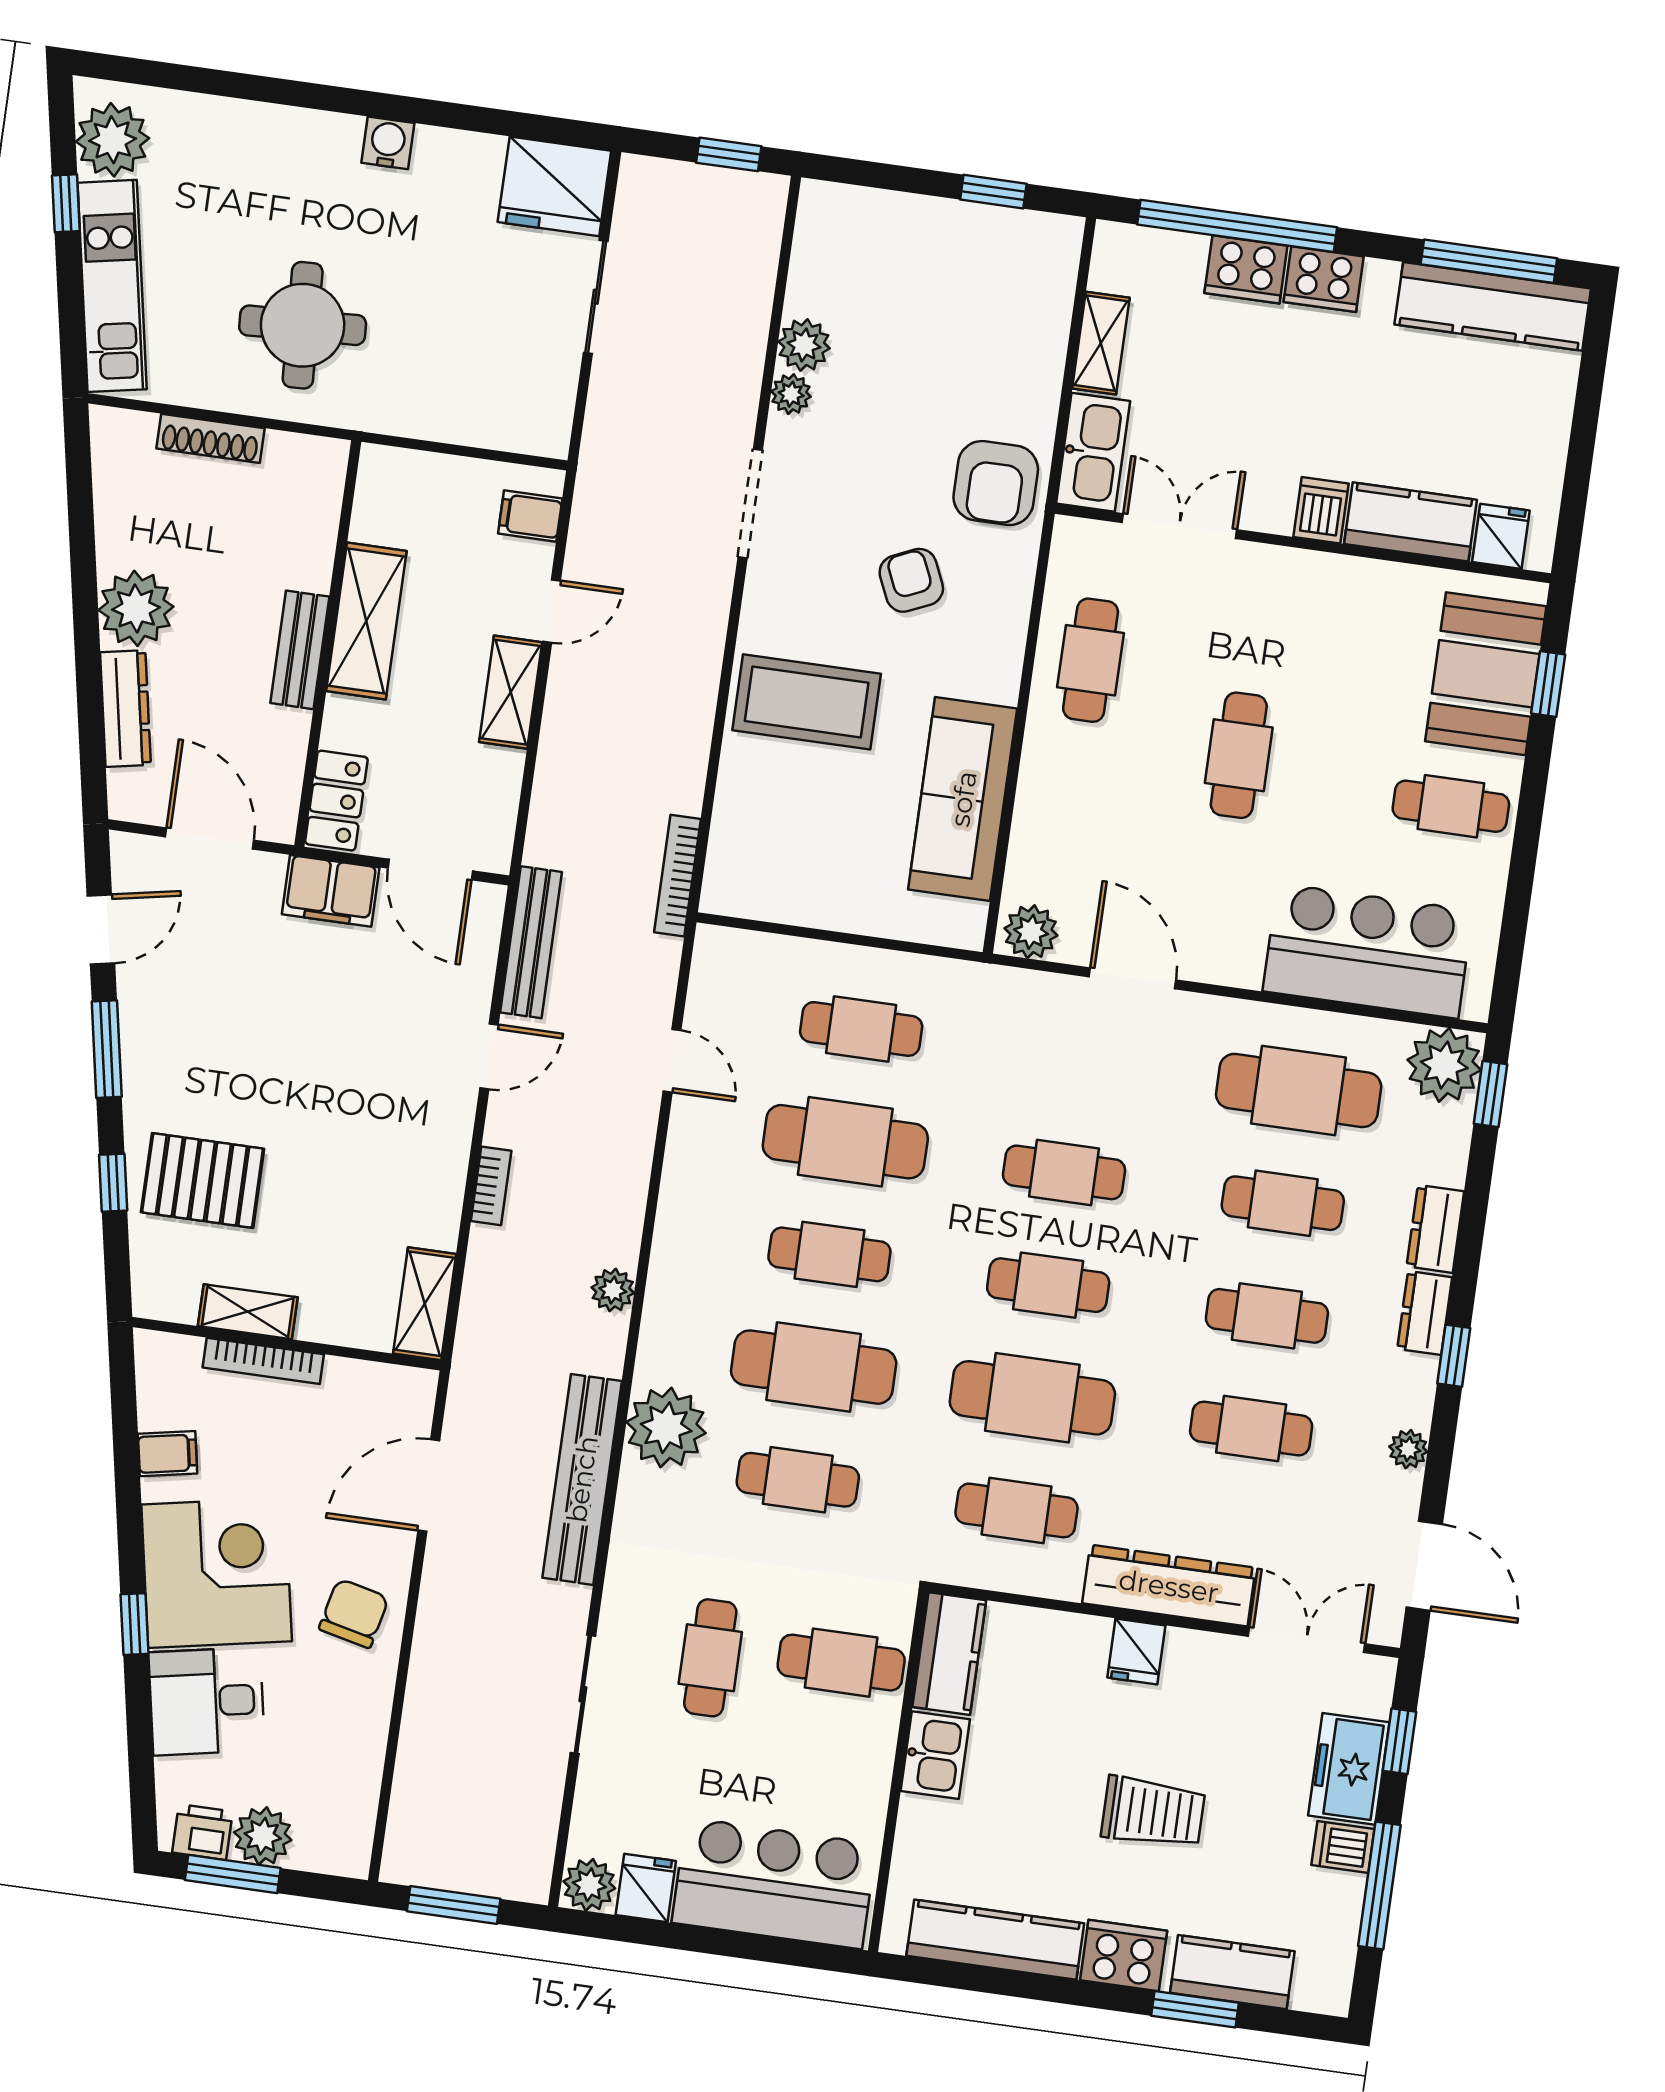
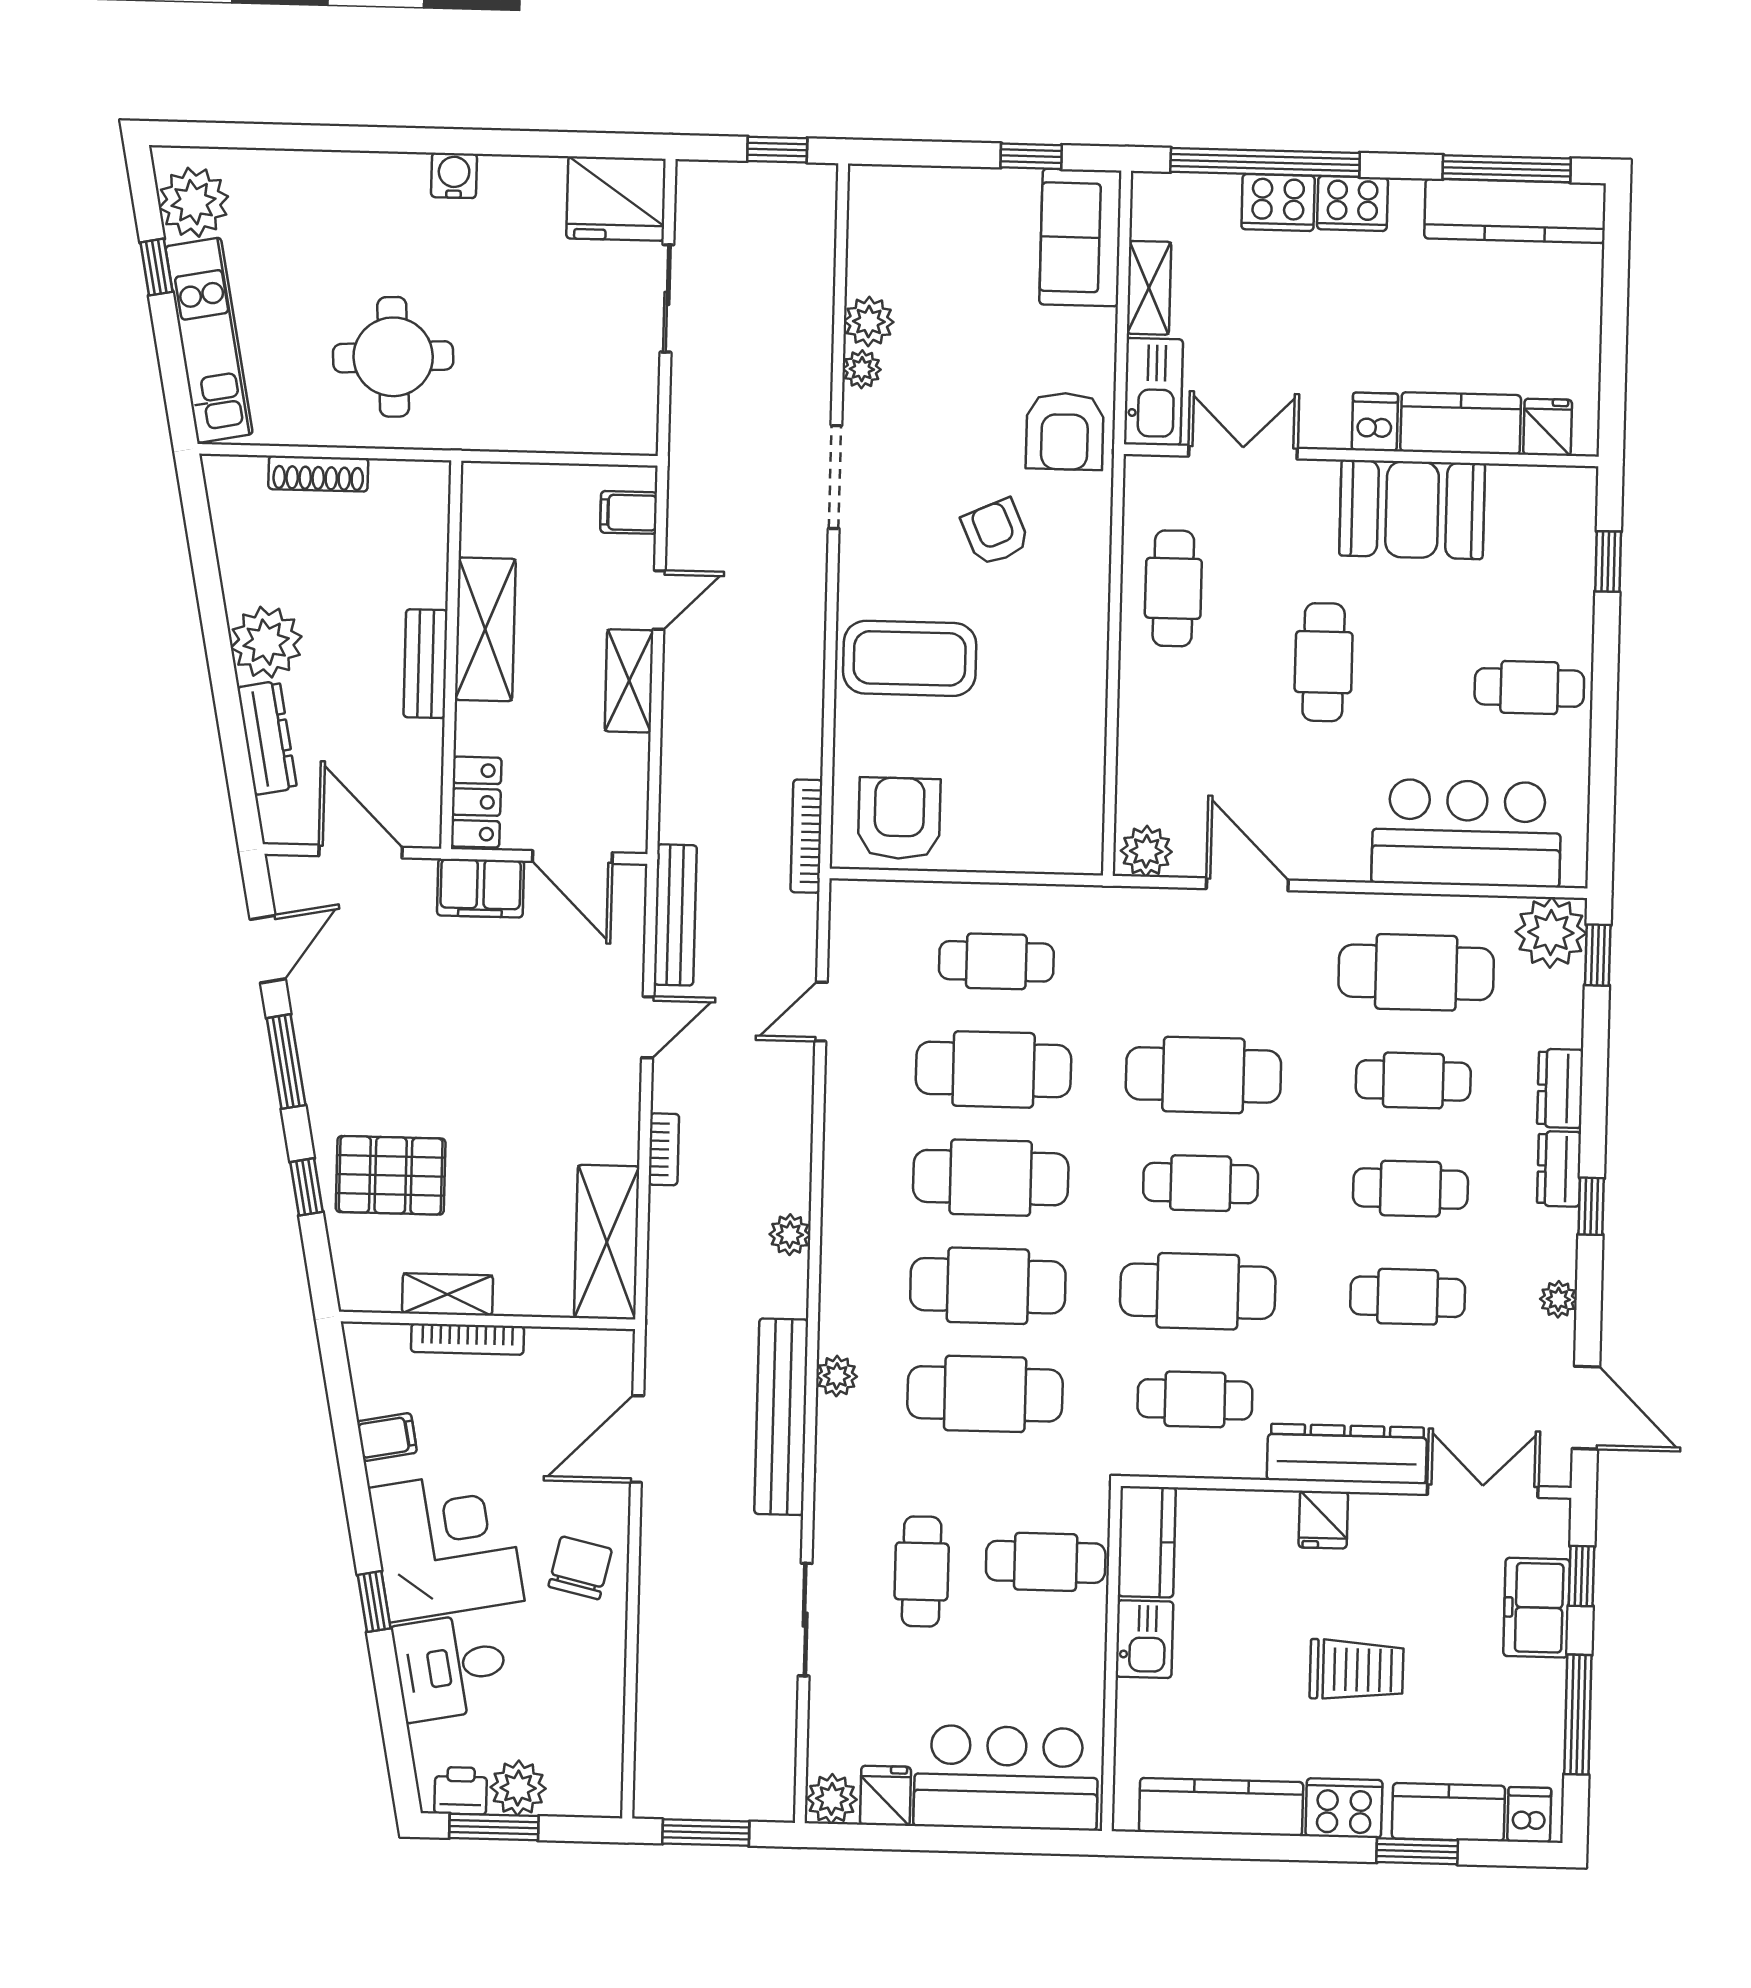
booth: (1486, 674) -> (1412, 509), moved, turned 90
sofa: (963, 799) -> (1080, 238), moved, width x0.73
armchair: (777, 868) -> (899, 818), added
door: (672, 1061) -> (821, 1012), swing flipped
cafe table: (1064, 1172) -> (1203, 1075), width x1.37, depth x1.35
cafe table: (829, 1254) -> (991, 1178), width x1.37, depth x1.35
shelving: (425, 1304) -> (607, 1242), width x1.50, depth x1.33
plant: (666, 1428) -> (837, 1376), width x0.53, depth x0.53
cafe table: (798, 1480) -> (985, 1394), width x1.37, depth x1.35
dishwasher: (1343, 1847) -> (1529, 1815), moved, turned 90

